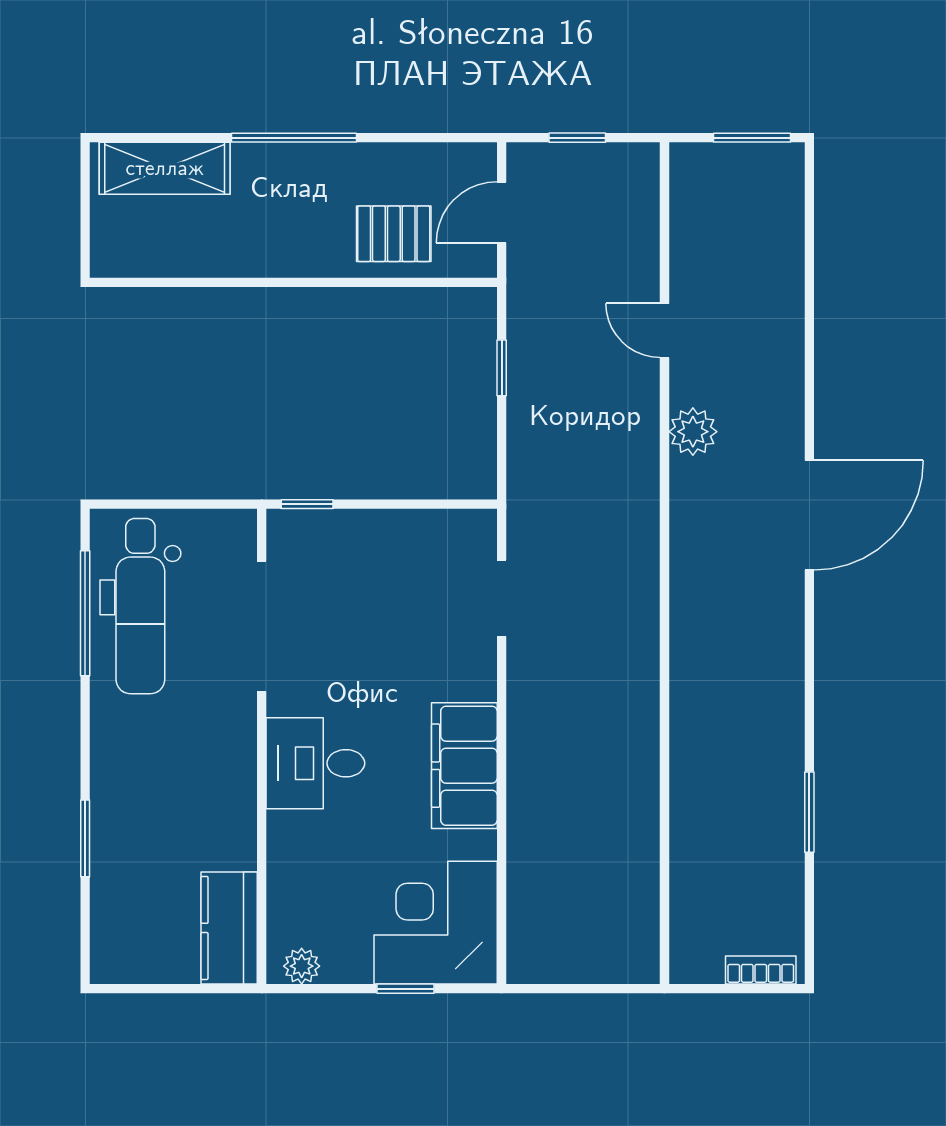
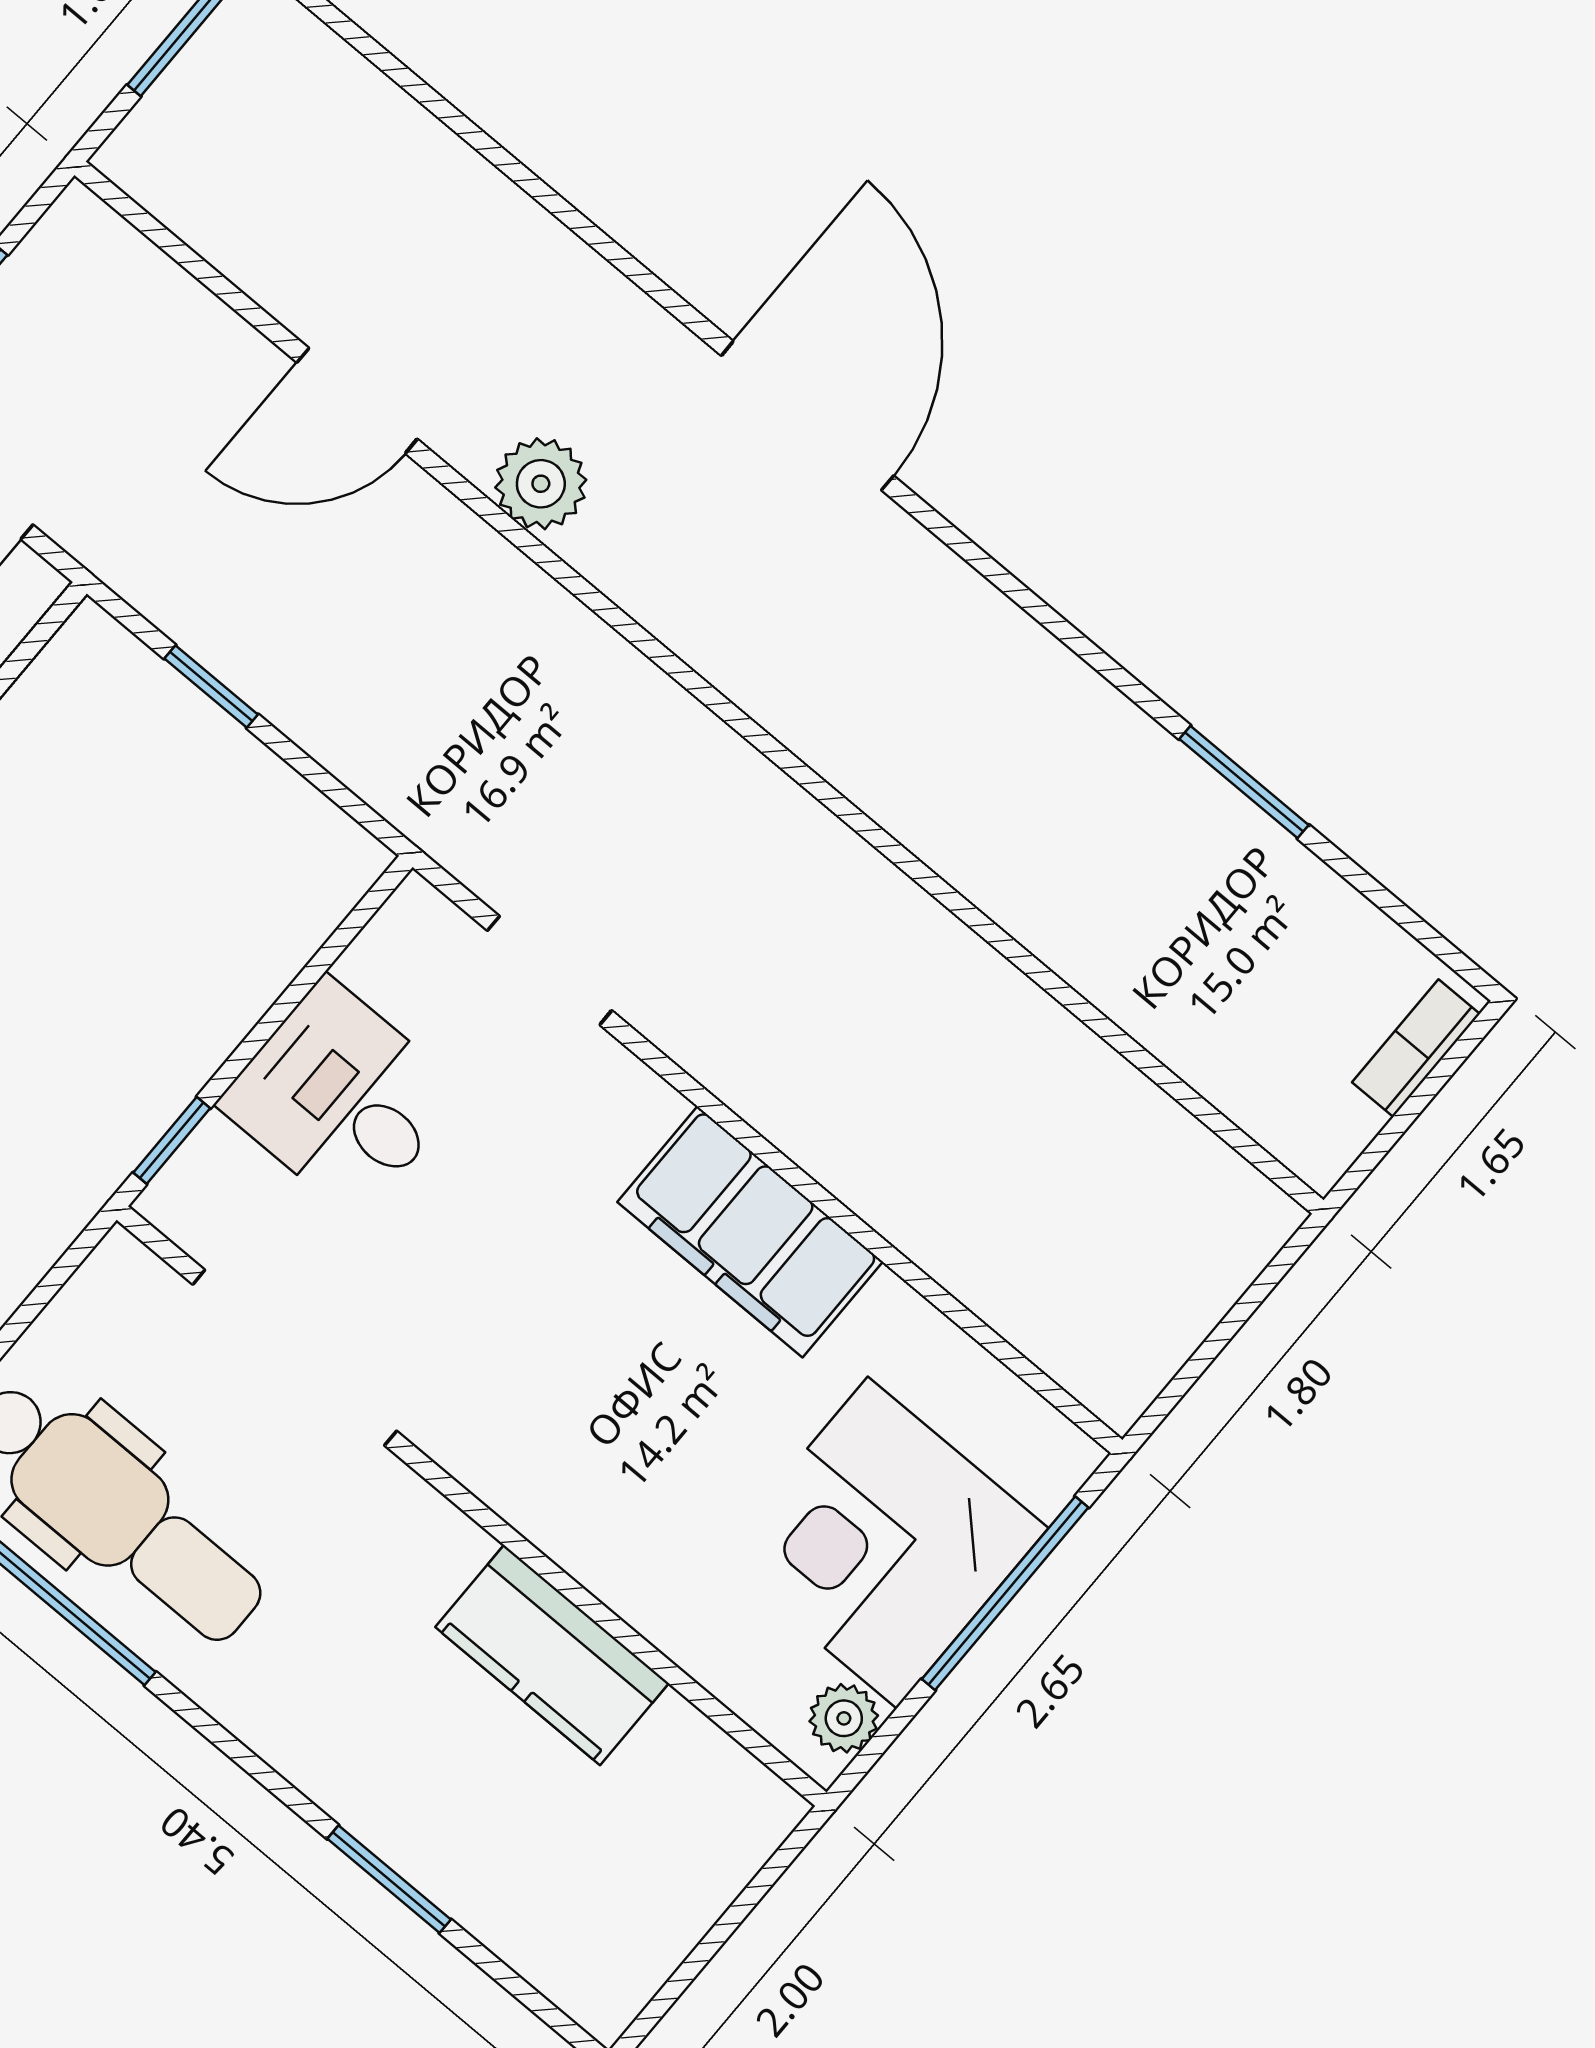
door: (665, 330) -> (357, 401), width x1.38
desk: (315, 763) -> (342, 1098), moved, turned 90
corner desk: (436, 923) -> (882, 1543), moved
kitchen counter: (229, 928) -> (552, 1655), moved
window: (406, 989) -> (1005, 1593), width x2.17

